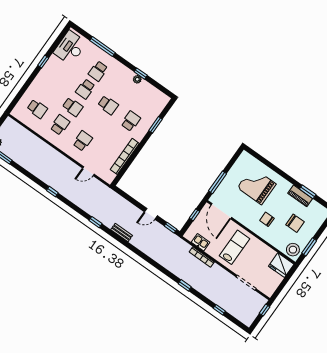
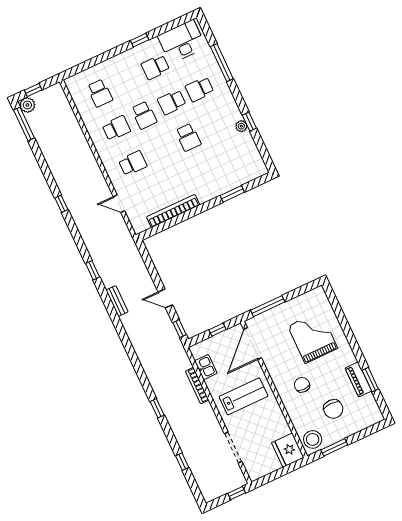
school desk: (131, 121) -> (155, 67), moved, turned 180

